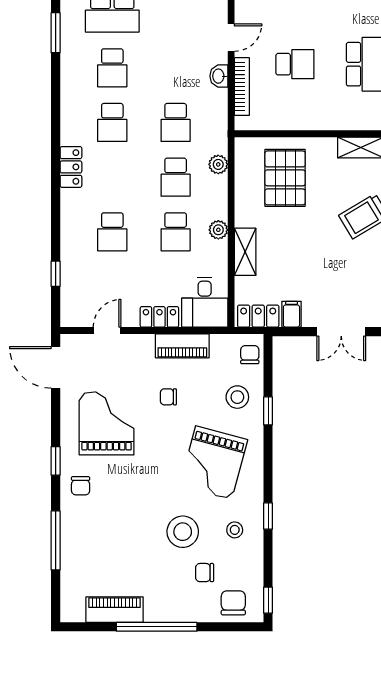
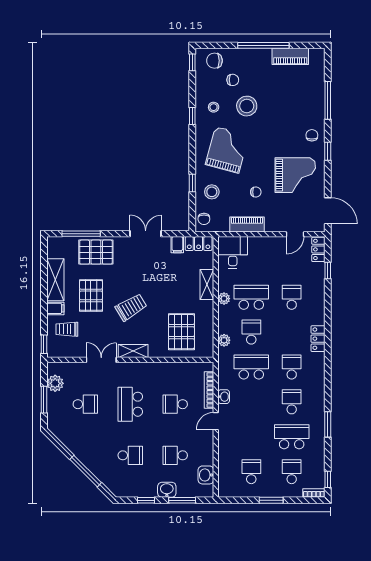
school desk: (176, 122) -> (251, 367), width x1.85
school desk: (176, 232) -> (251, 297), width x1.85
locker: (159, 317) -> (318, 249), moved, turned 90
grand piano: (107, 423) -> (295, 175), turned -90
chair: (233, 603) -> (214, 61), turned 90

